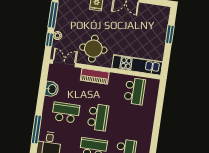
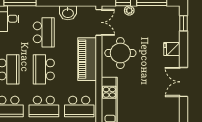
piano: (95, 76) -> (87, 59), width x1.37, depth x1.33
school desk: (98, 117) -> (44, 69), turned 90
school desk: (130, 122) -> (44, 107), added

